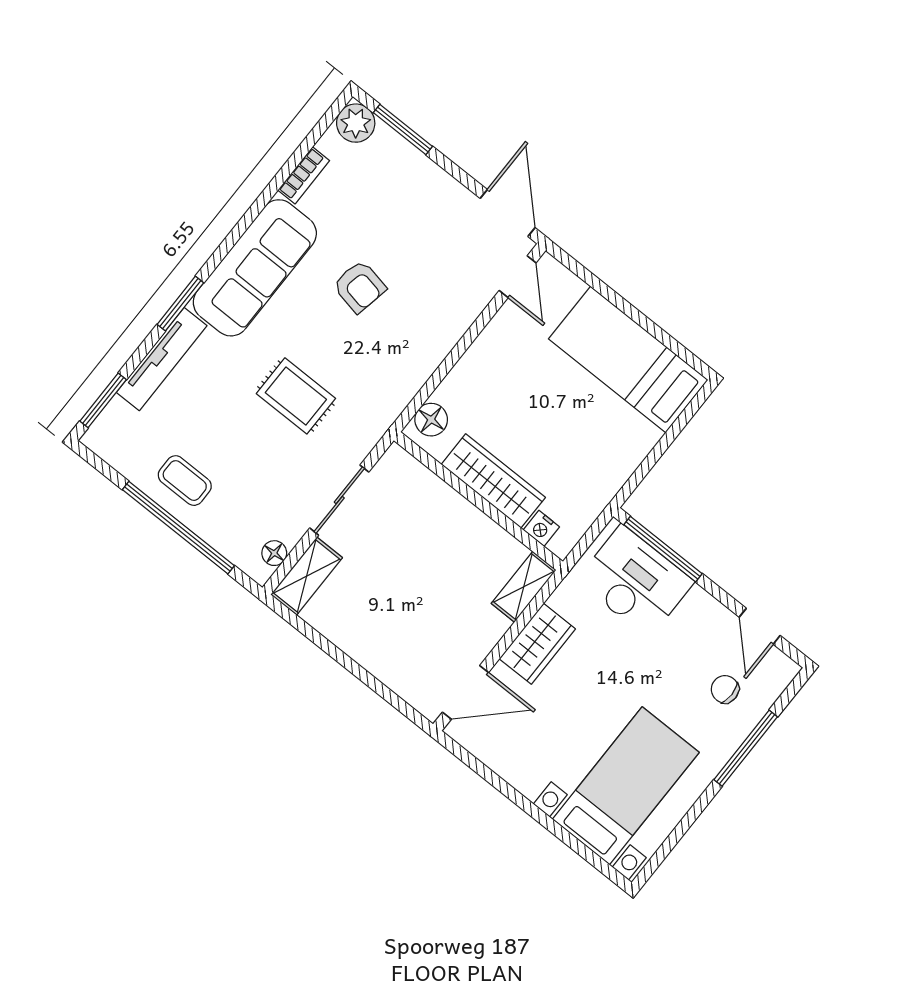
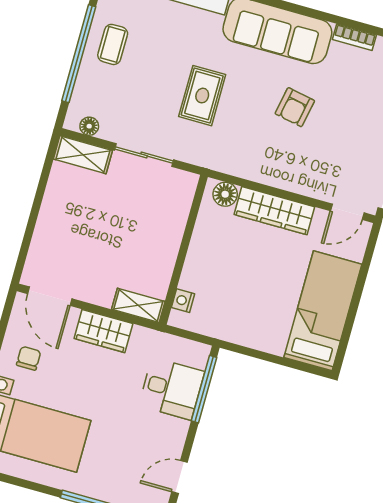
wardrobe: (493, 481) -> (274, 211), moved, turned 90
desk: (635, 581) -> (172, 389), width x0.73
chair: (725, 689) -> (29, 358), moved

